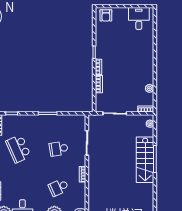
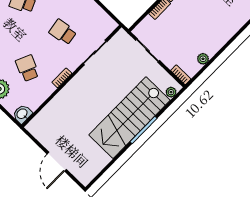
stairs: (145, 160) -> (130, 118), width x1.36, depth x1.51
school desk: (59, 187) -> (27, 68), turned 48

